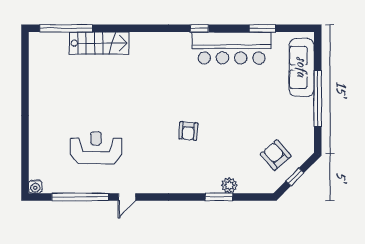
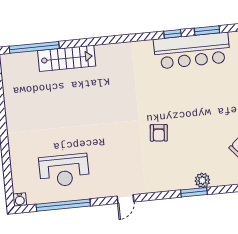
window: (199, 28) -> (172, 34), moved
window: (262, 28) -> (207, 30), moved
reception desk: (96, 148) -> (64, 170), moved, turned 180
door: (127, 197) -> (125, 199), moved

